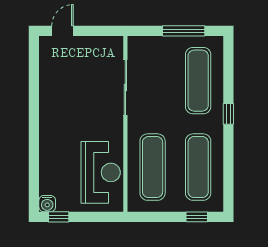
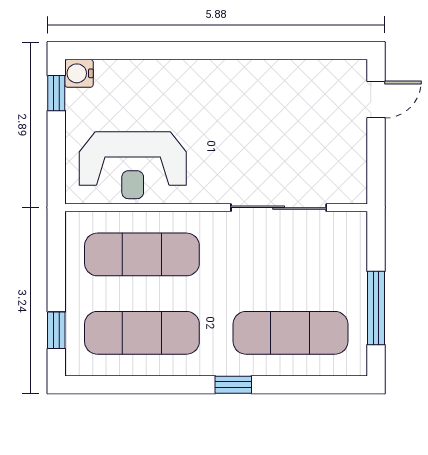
door: (62, 31) -> (376, 100), hinge flipped

